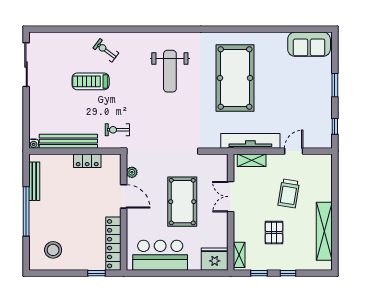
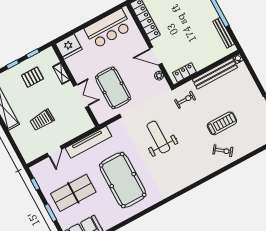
weight bench: (170, 71) -> (158, 137), moved
table tennis table: (298, 94) -> (73, 193), added
shelving: (252, 160) -> (80, 129), removed
locker: (87, 161) -> (184, 72), moved
trolley: (289, 193) -> (42, 120), turned -102
pool table: (182, 202) -> (113, 88), moved
pallet: (274, 233) -> (32, 77), moved, turned 90
shelving: (239, 255) -> (61, 73), moved

